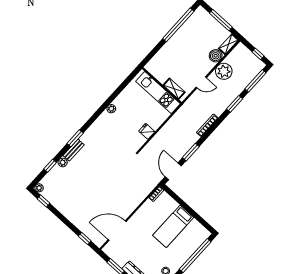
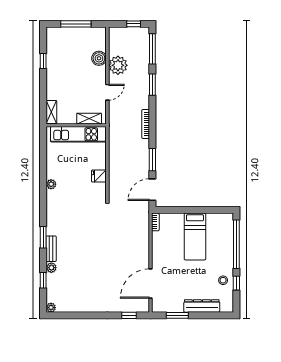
window: (178, 25) -> (43, 61), width x0.32
shelving: (228, 44) -> (51, 112), moved
door: (173, 171) -> (152, 190), hinge flipped
window: (44, 201) -> (65, 315), removed

